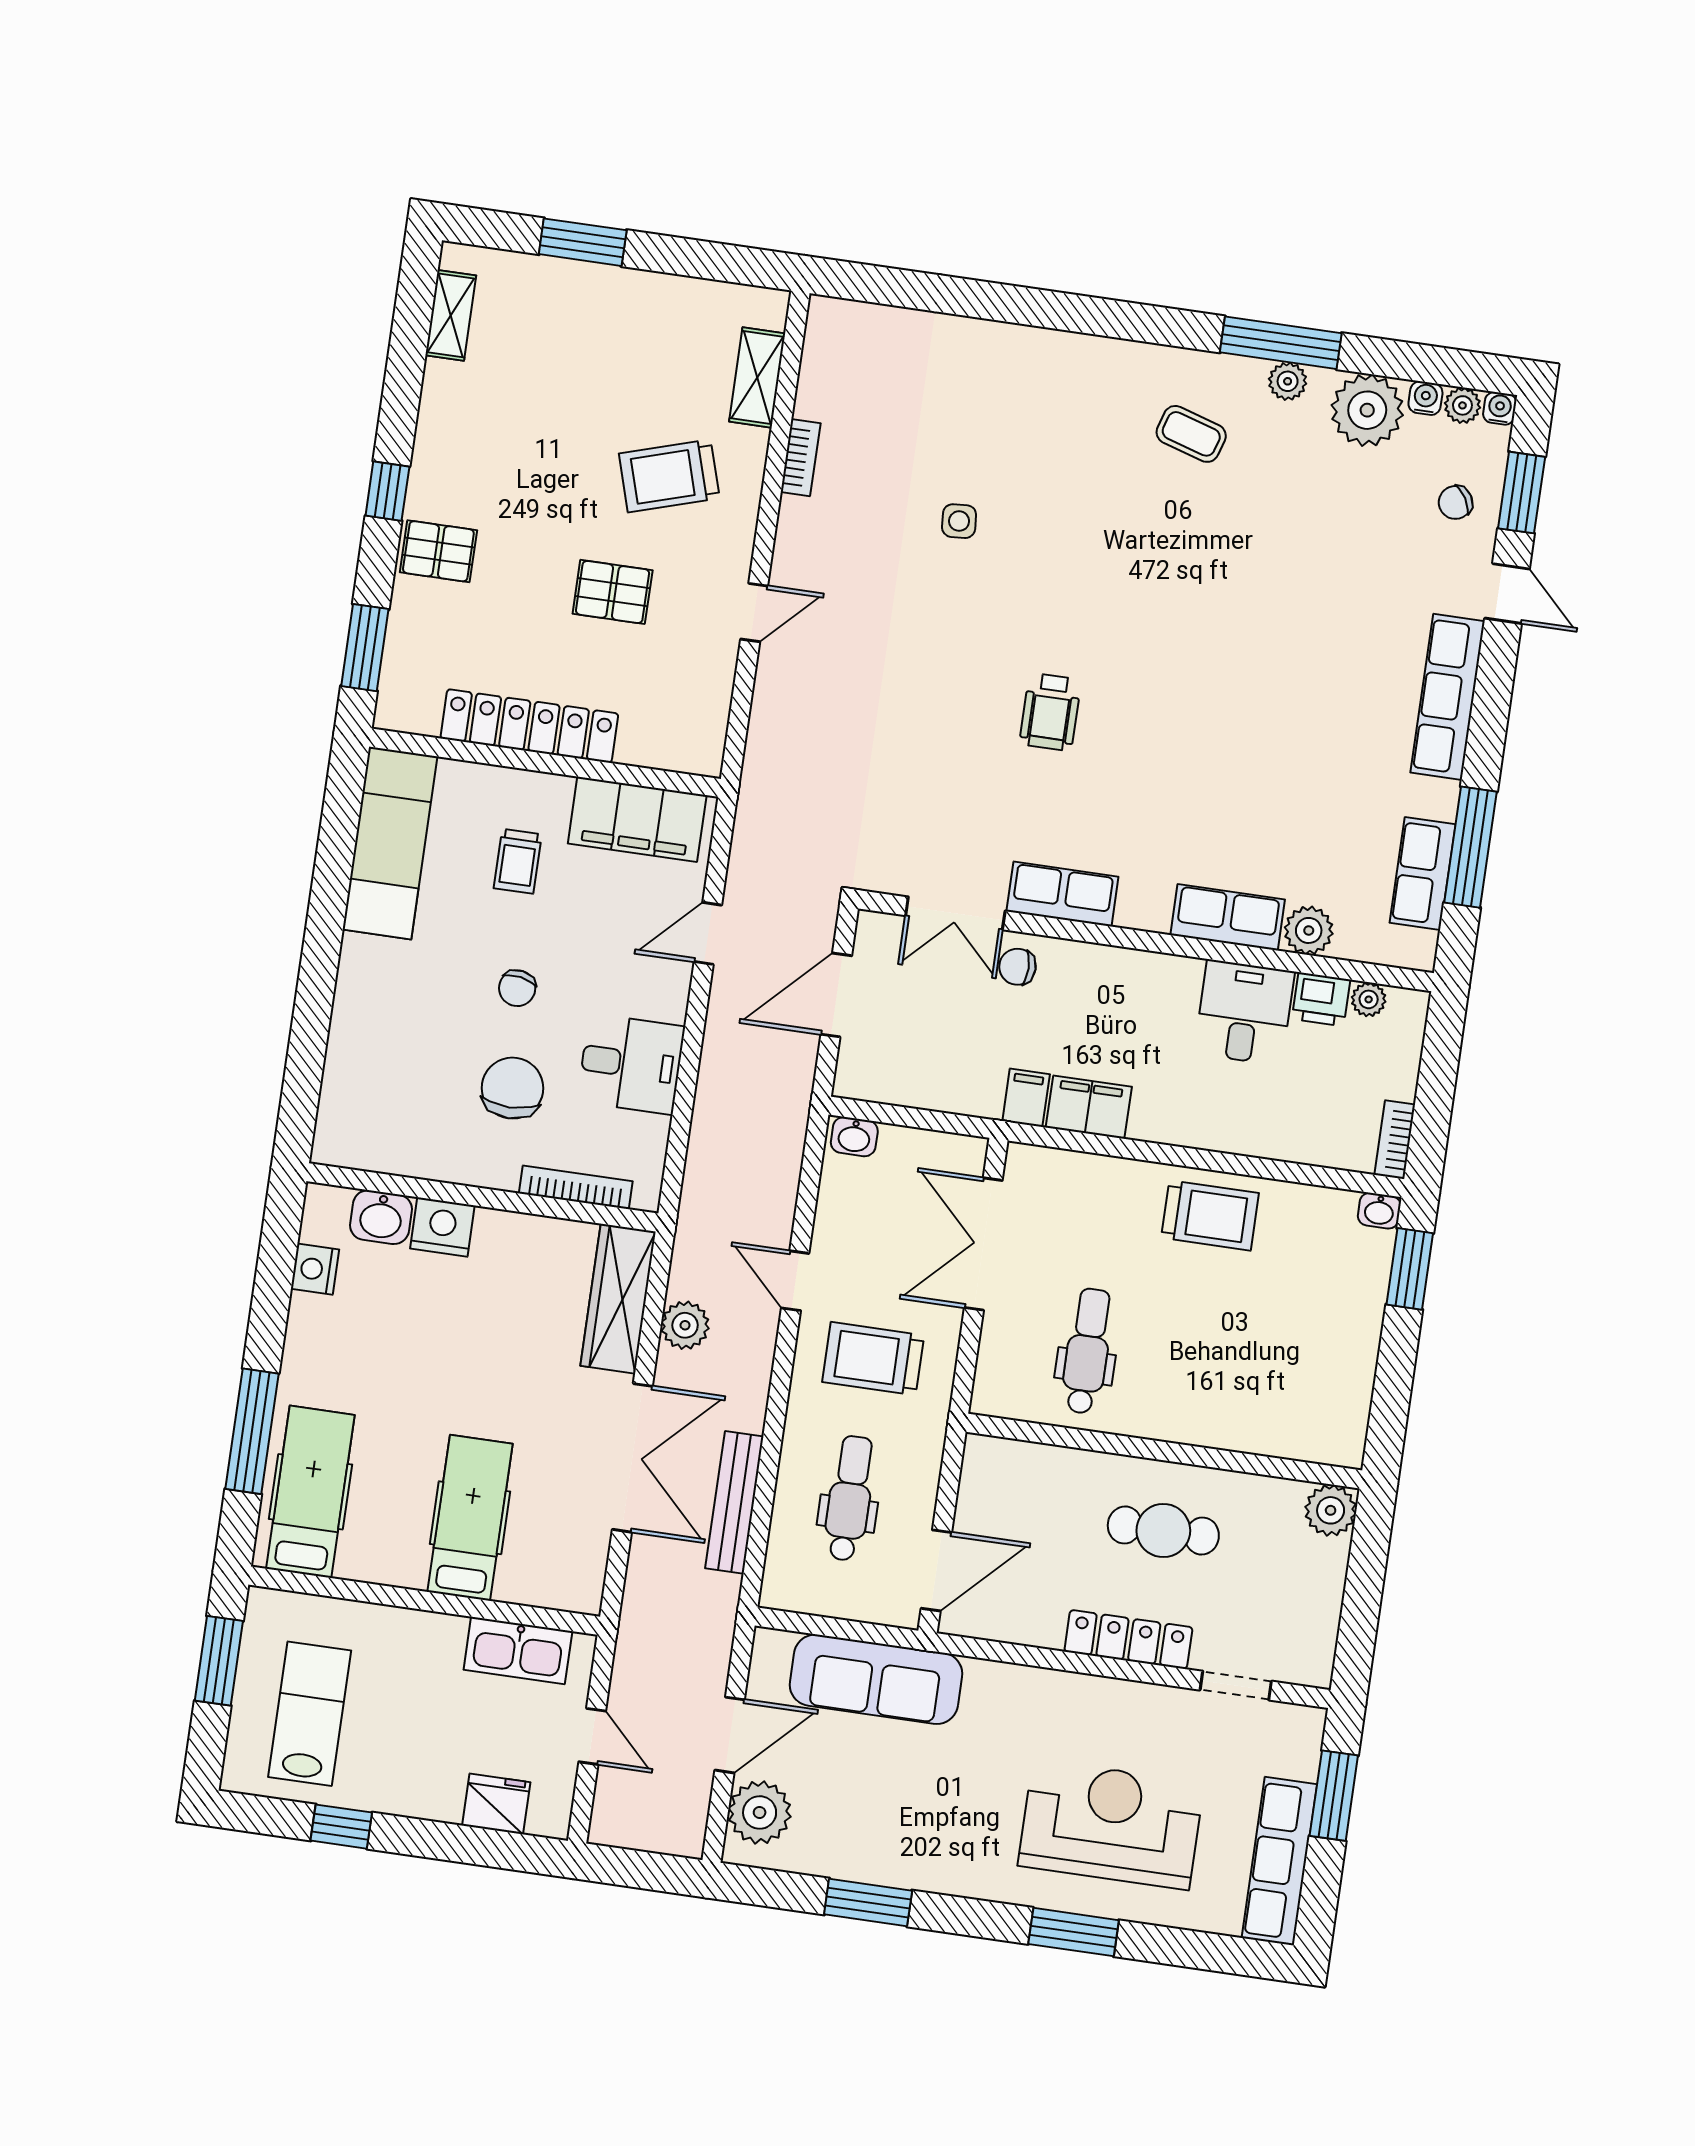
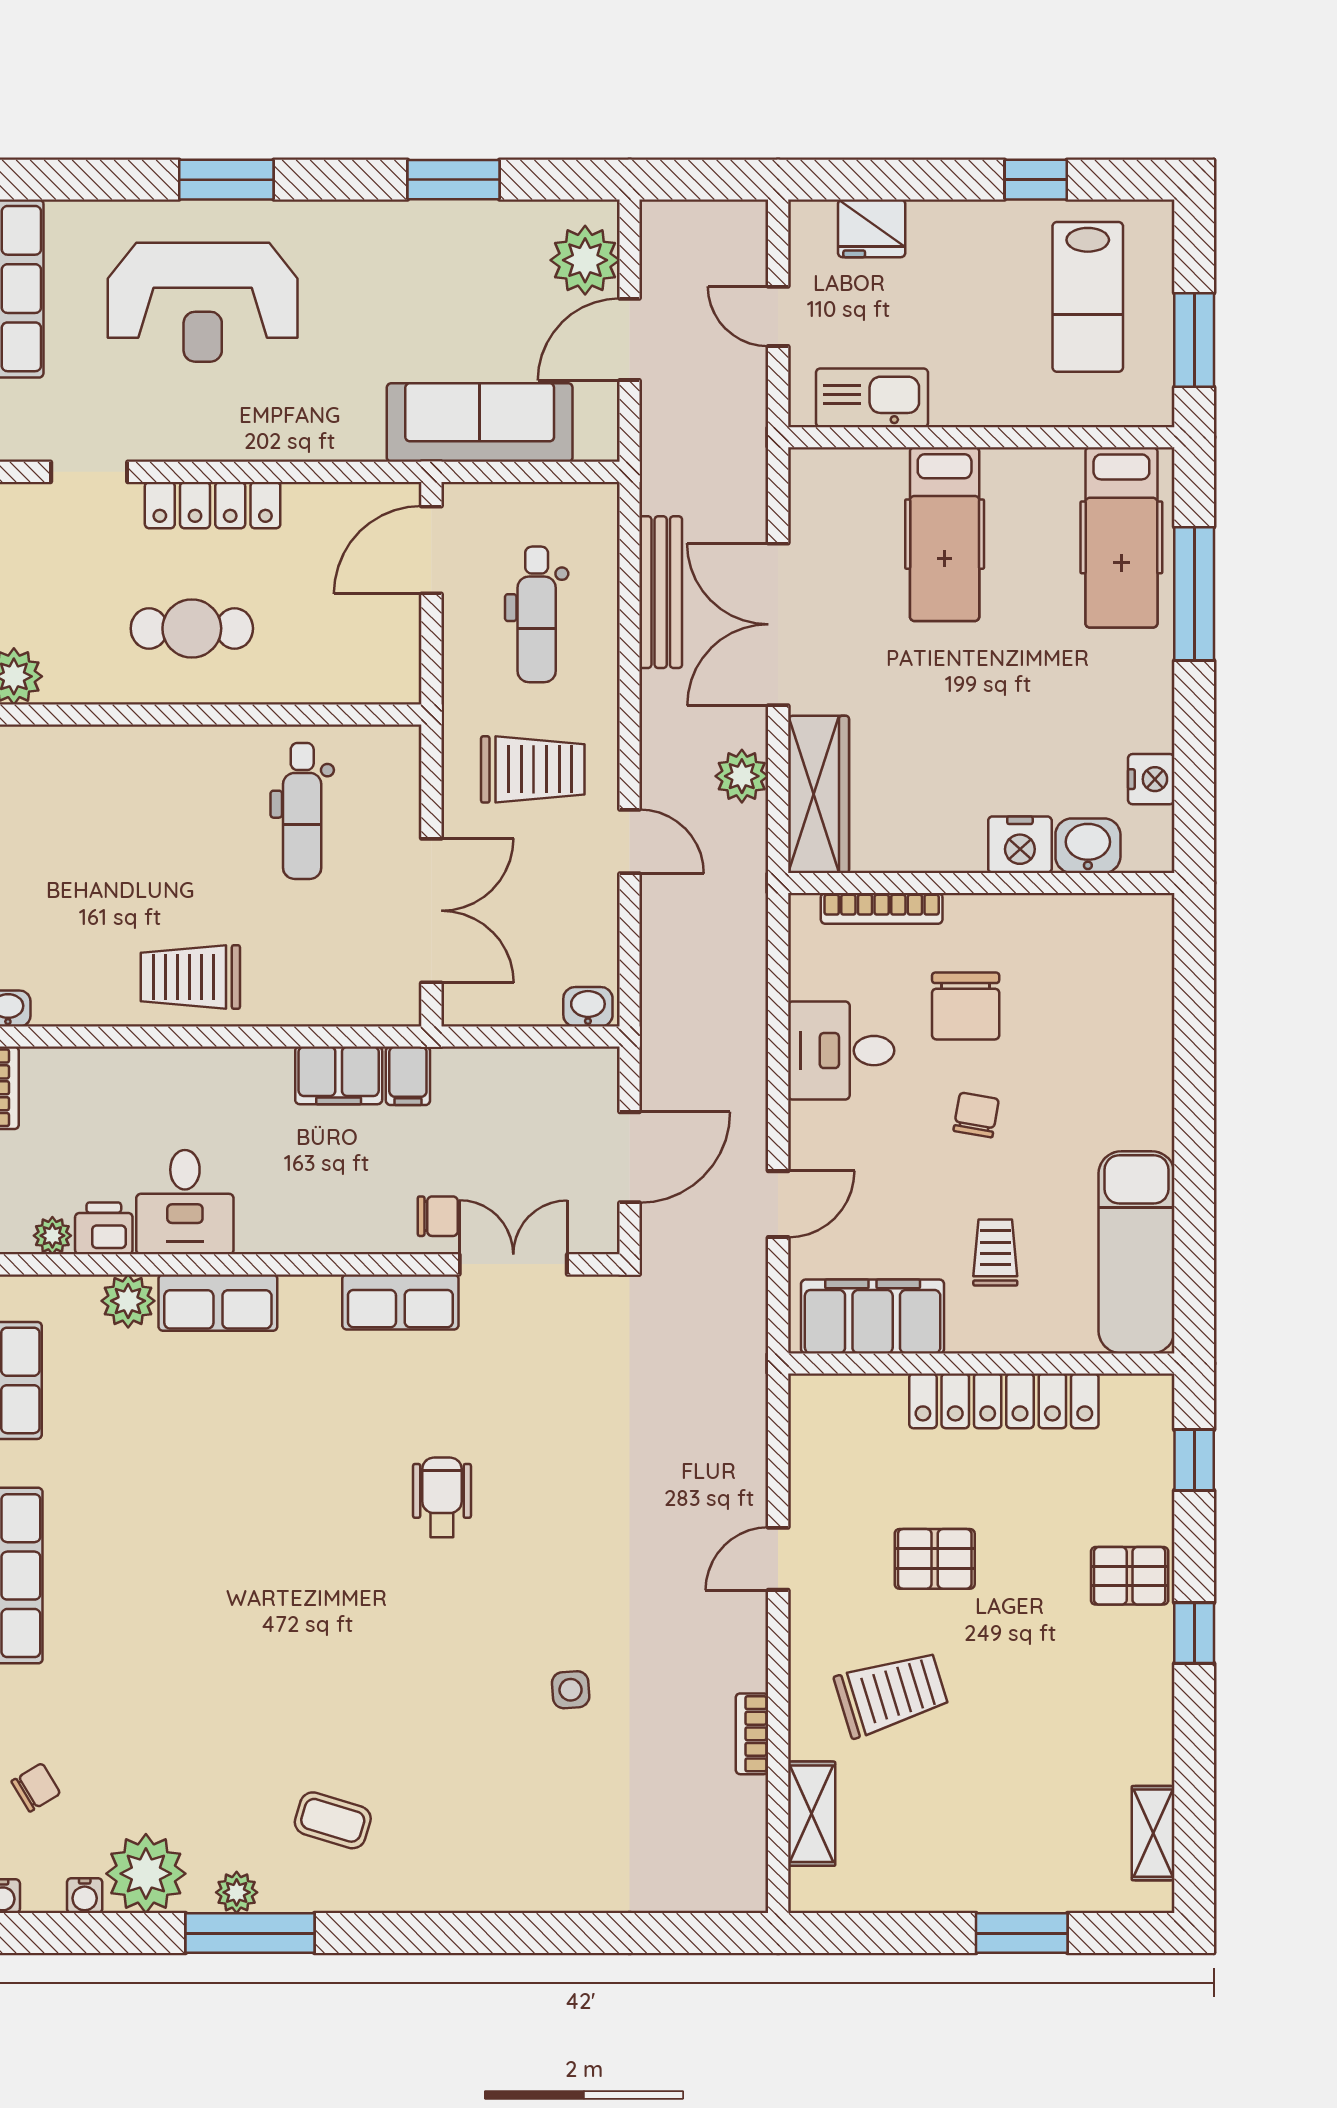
plant: (1462, 405) -> (43, 1894), removed
window: (365, 648) -> (1194, 1460), width x0.67

